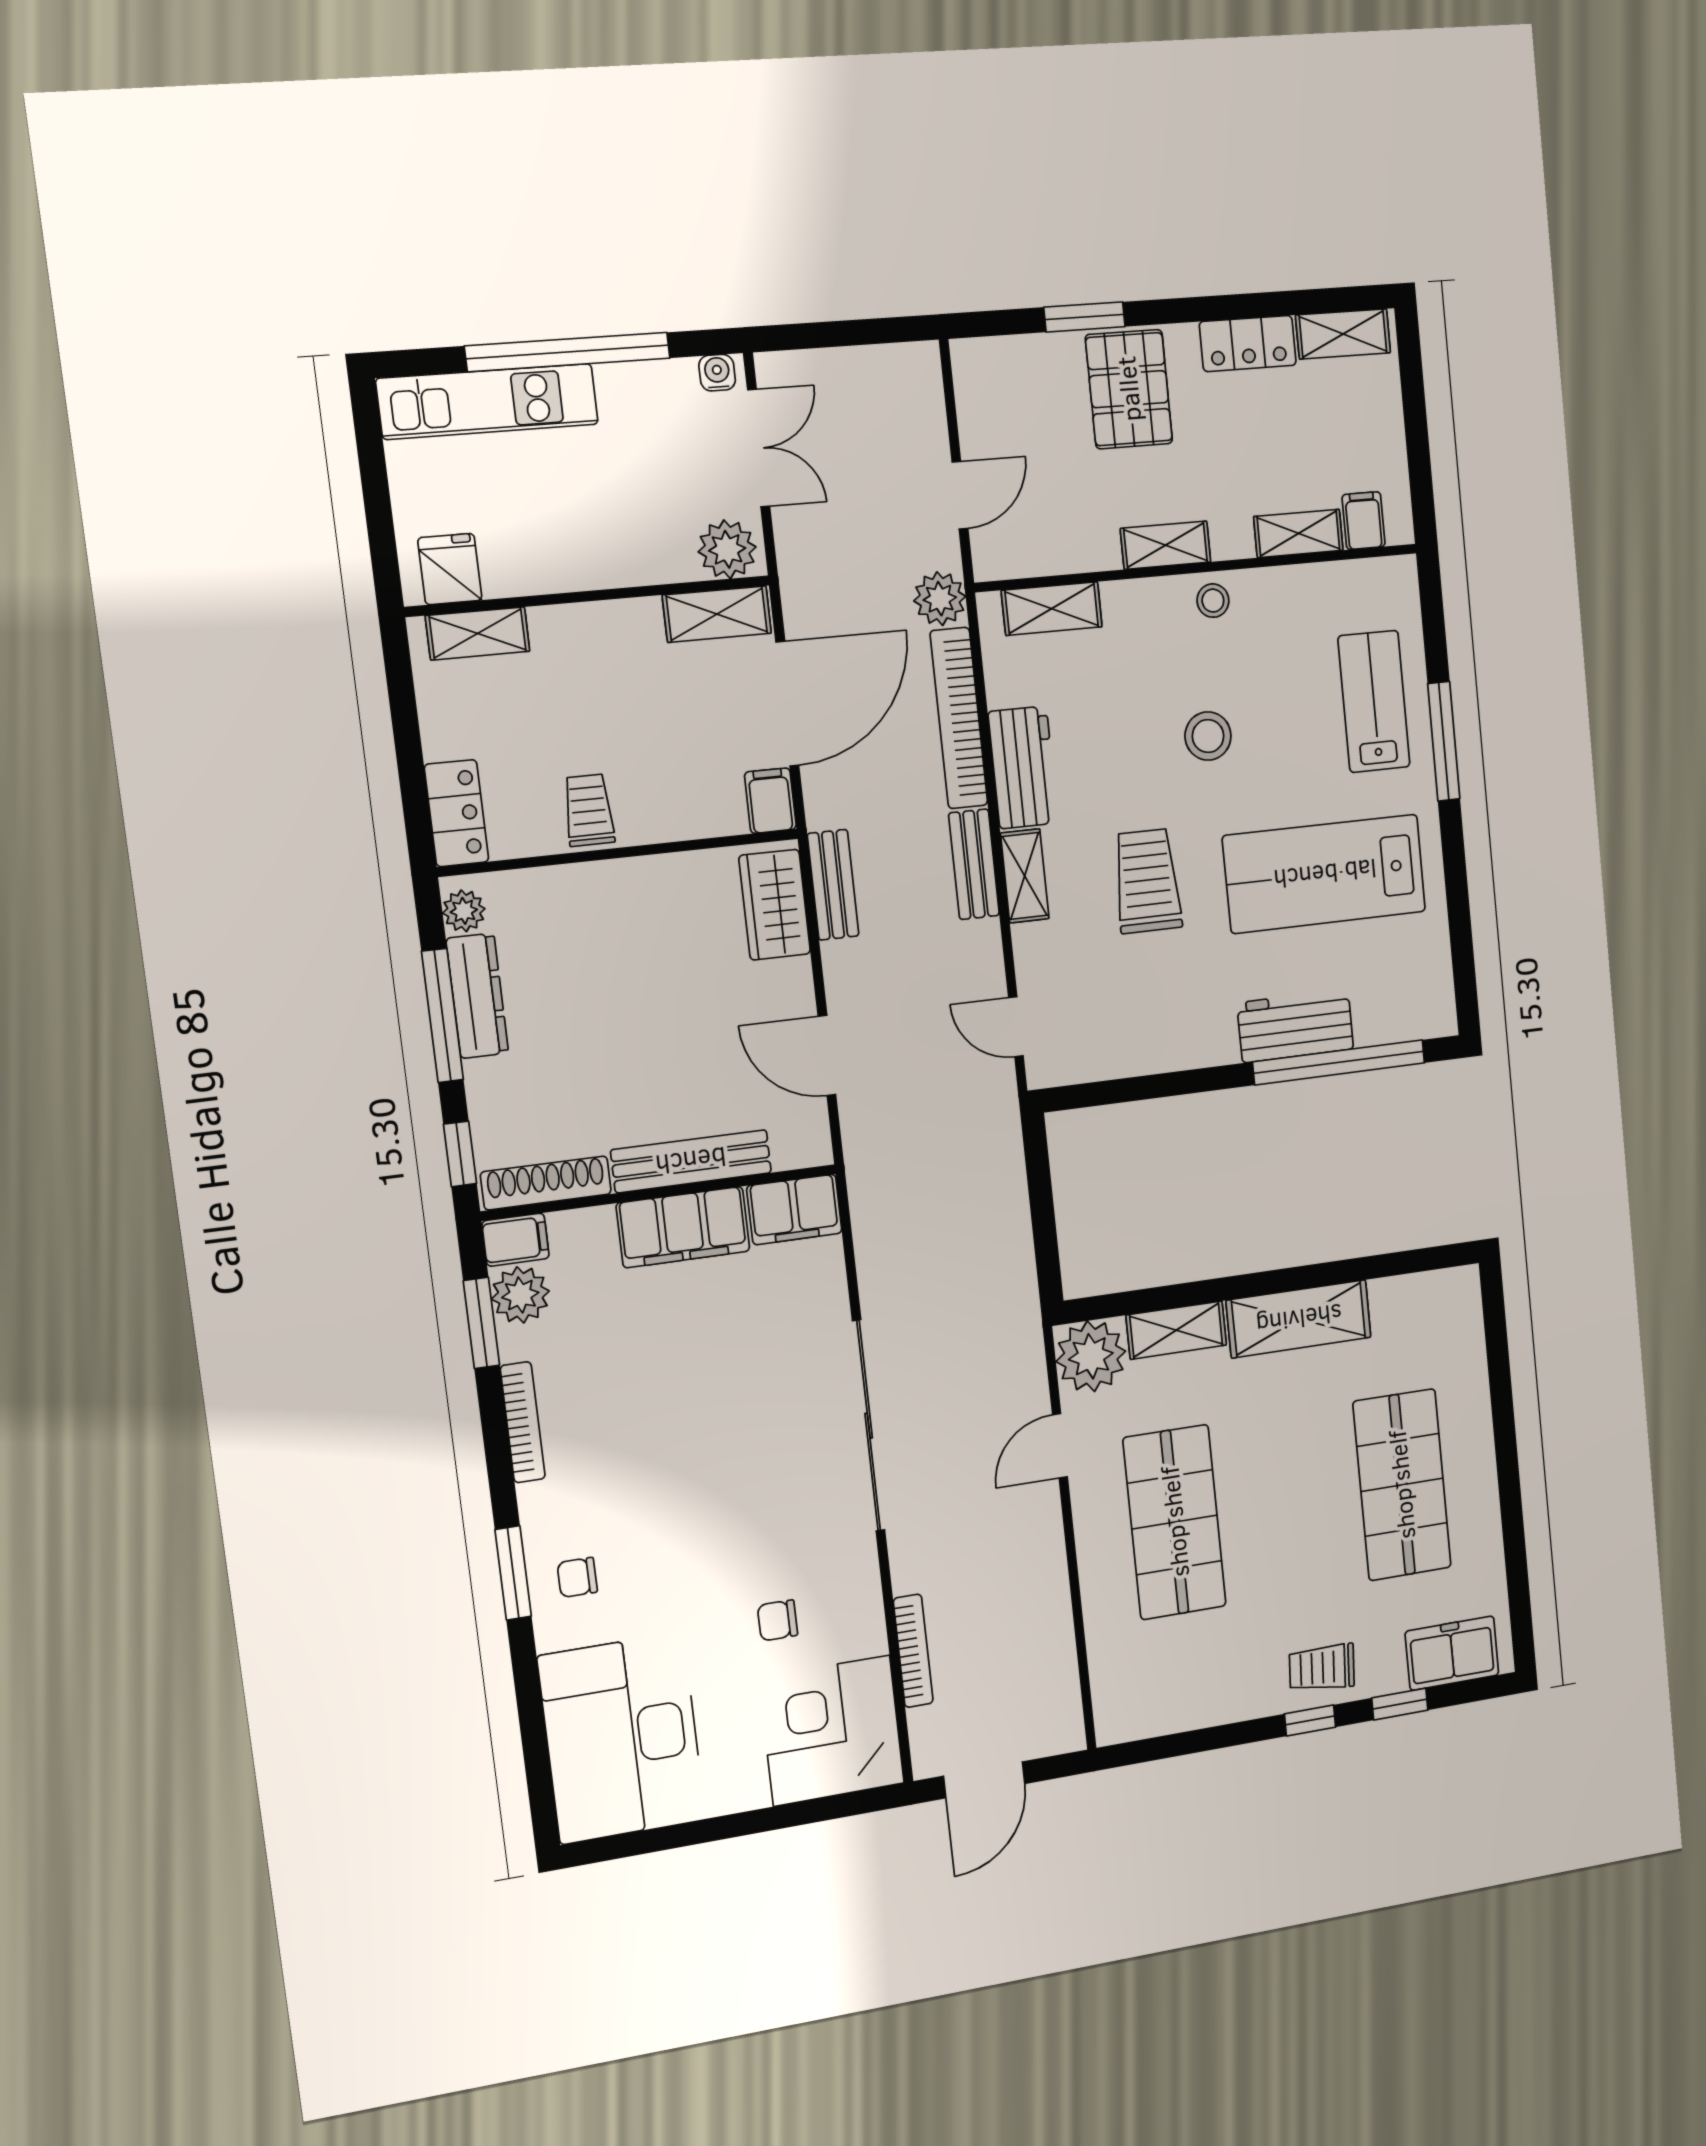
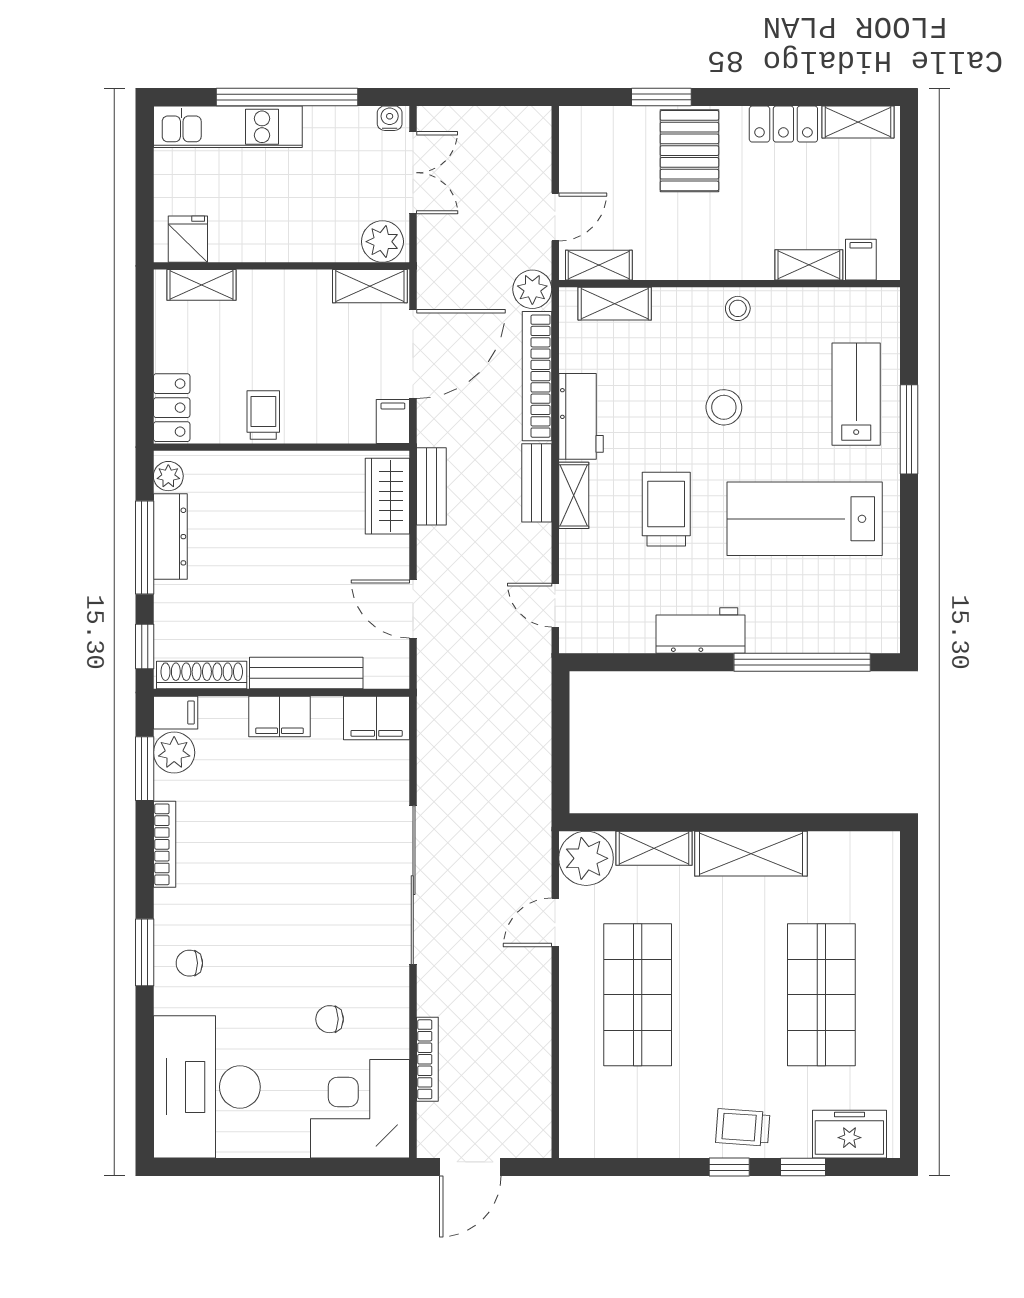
shelving: (1166, 545) -> (599, 265), moved
workbench: (1295, 1026) -> (700, 630), moved
filing cabinet: (683, 1227) -> (279, 716), width x0.67, depth x0.86

